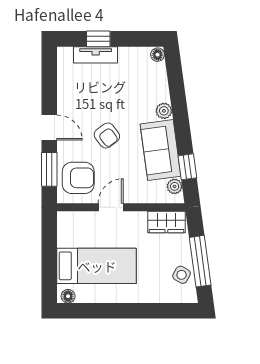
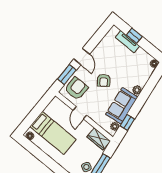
armchair: (78, 178) -> (76, 89), turned -90
door: (111, 207) -> (80, 113), swing flipped

